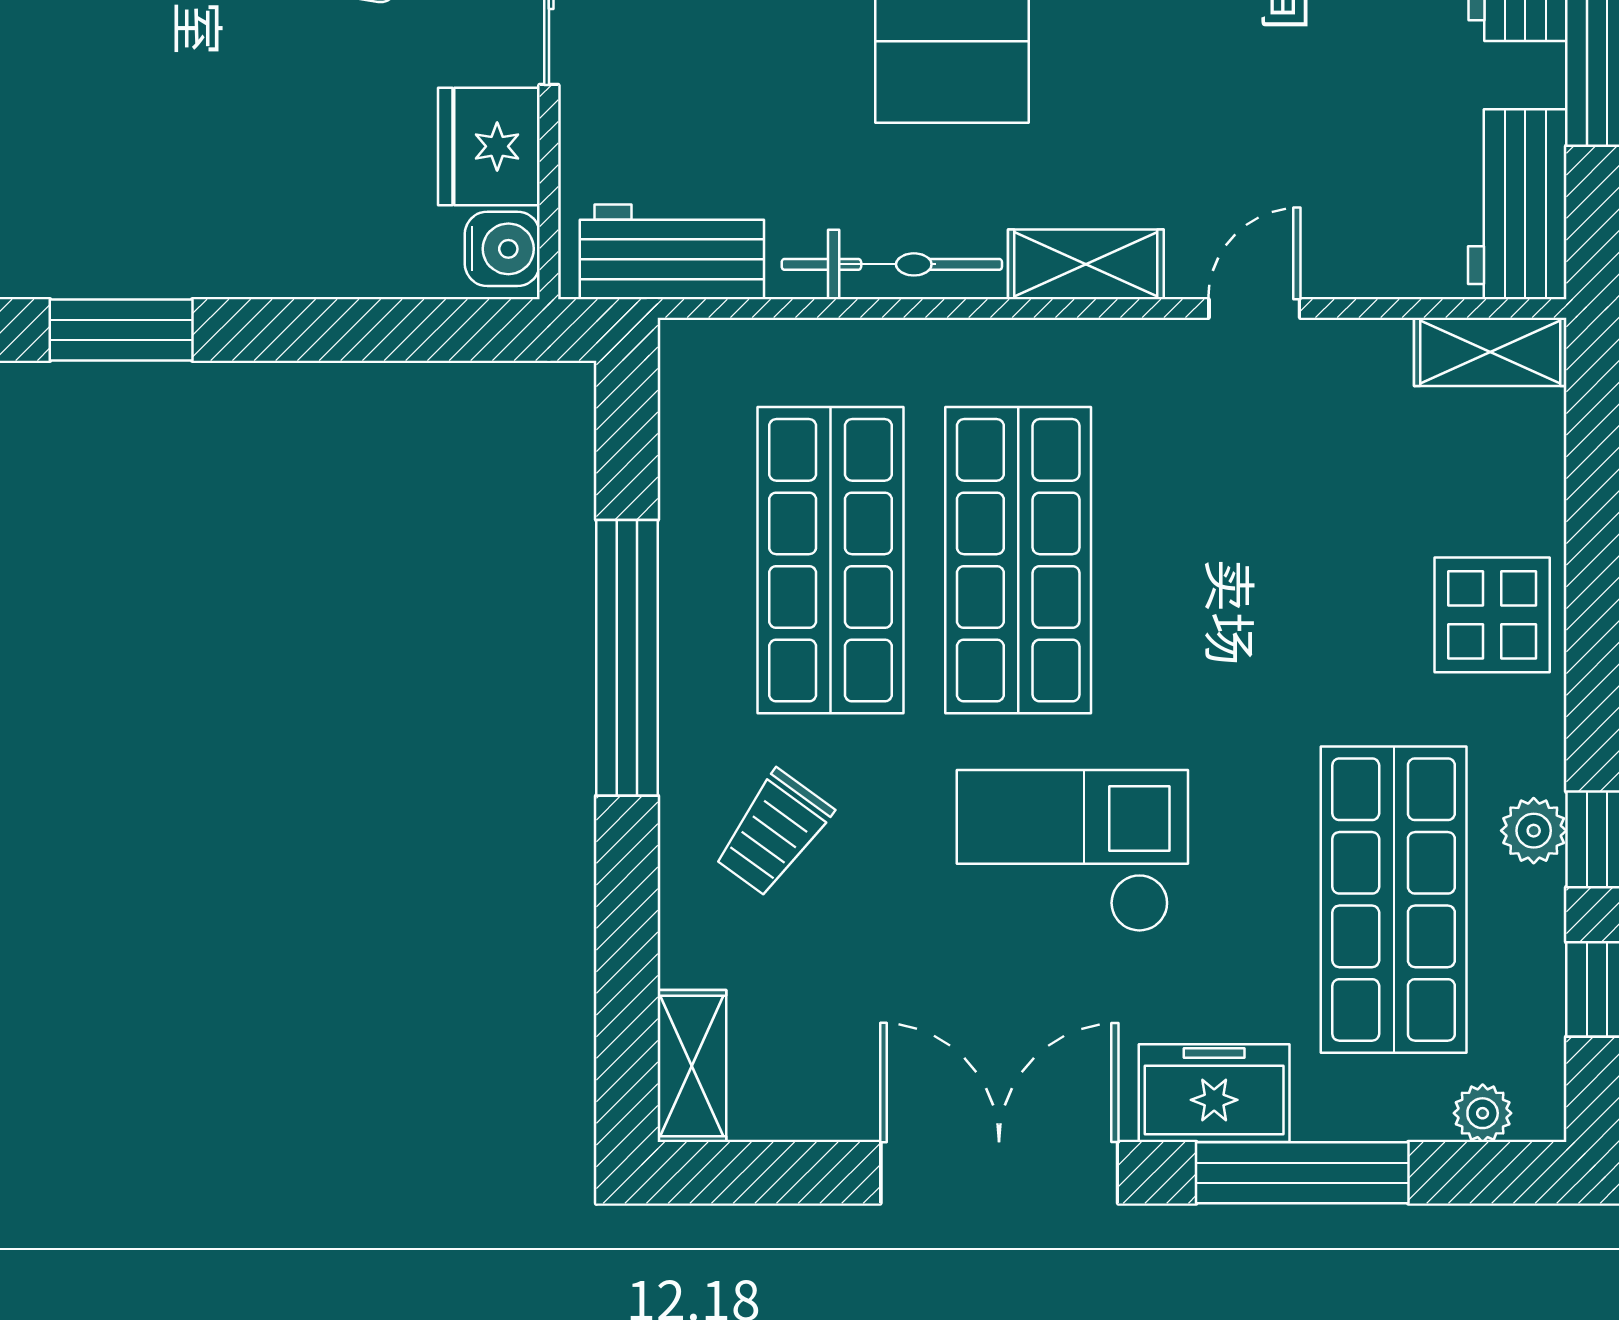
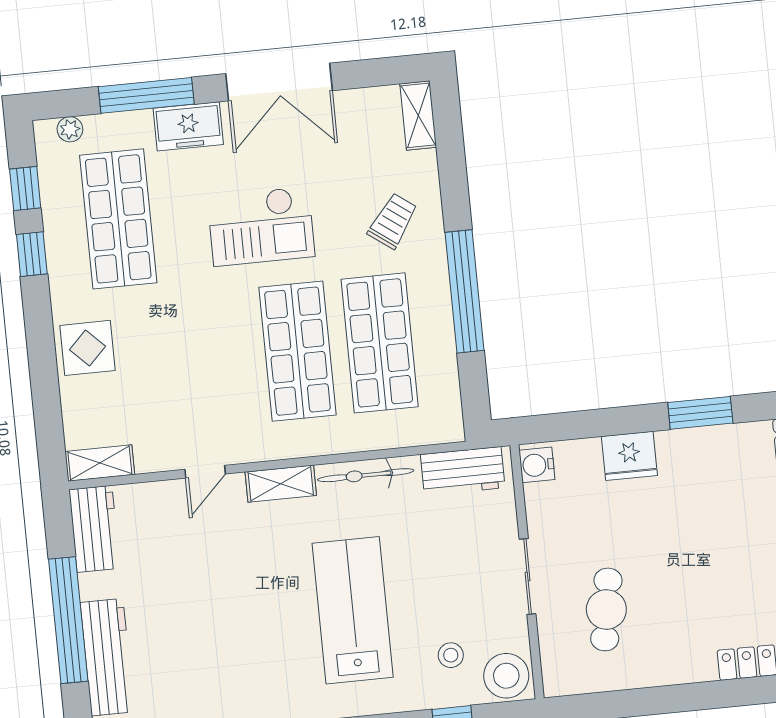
fridge: (489, 146) -> (629, 456), moved, turned 90
plant: (1534, 831) -> (60, 255), removed

